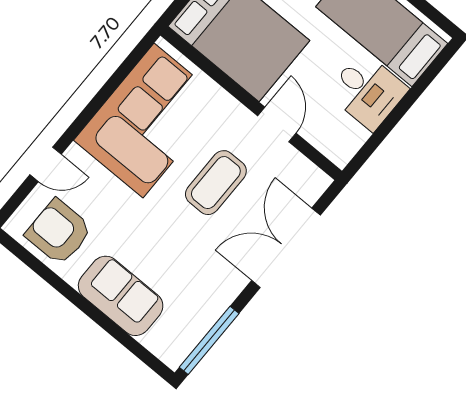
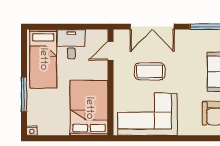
door: (277, 125) -> (110, 51), moved
door: (46, 164) -> (194, 138), removed

